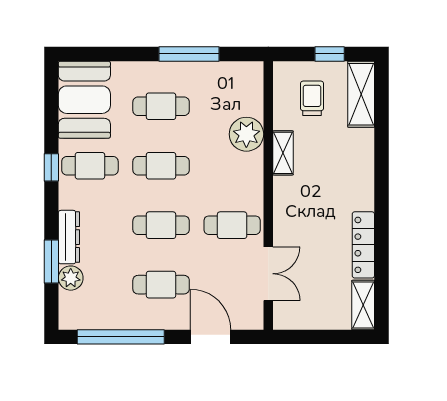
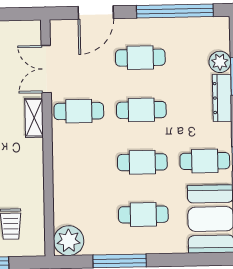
plant: (246, 134) -> (69, 241), moved
shelving: (283, 153) -> (34, 118), moved
door: (211, 337) -> (96, 13), hinge flipped

